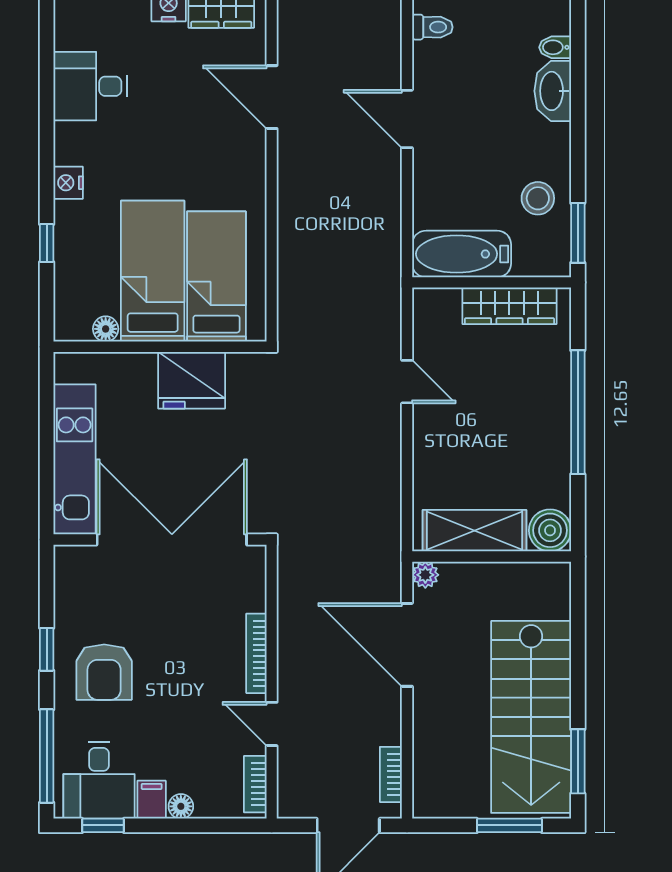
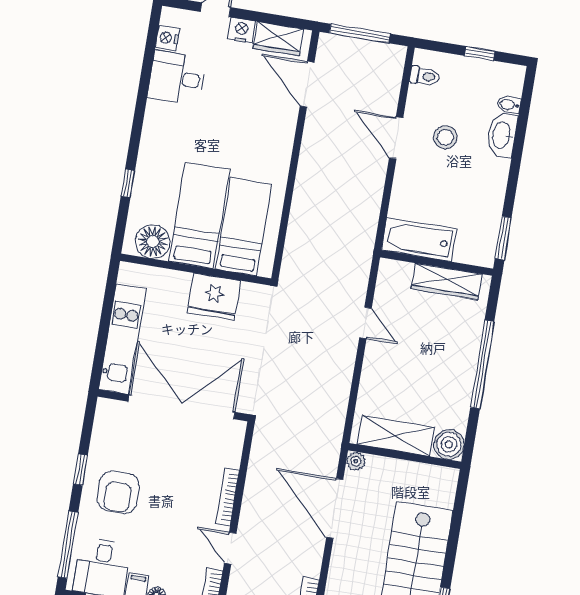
door: (272, 97) -> (307, 84), moved
nightstand: (68, 183) -> (167, 38), moved
stool: (538, 198) -> (445, 137), moved
floor lamp: (106, 329) -> (153, 242), width x1.89, depth x1.89

